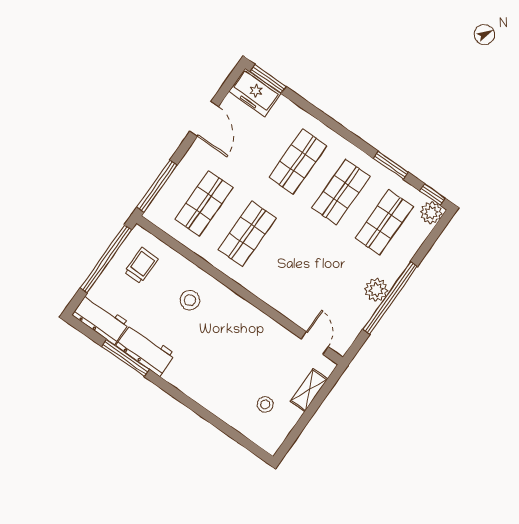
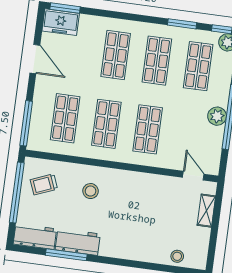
shop shelf: (290, 264) -> (148, 129), added
trolley: (141, 265) -> (44, 184), turned -112
stool: (265, 404) -> (177, 256), moved

